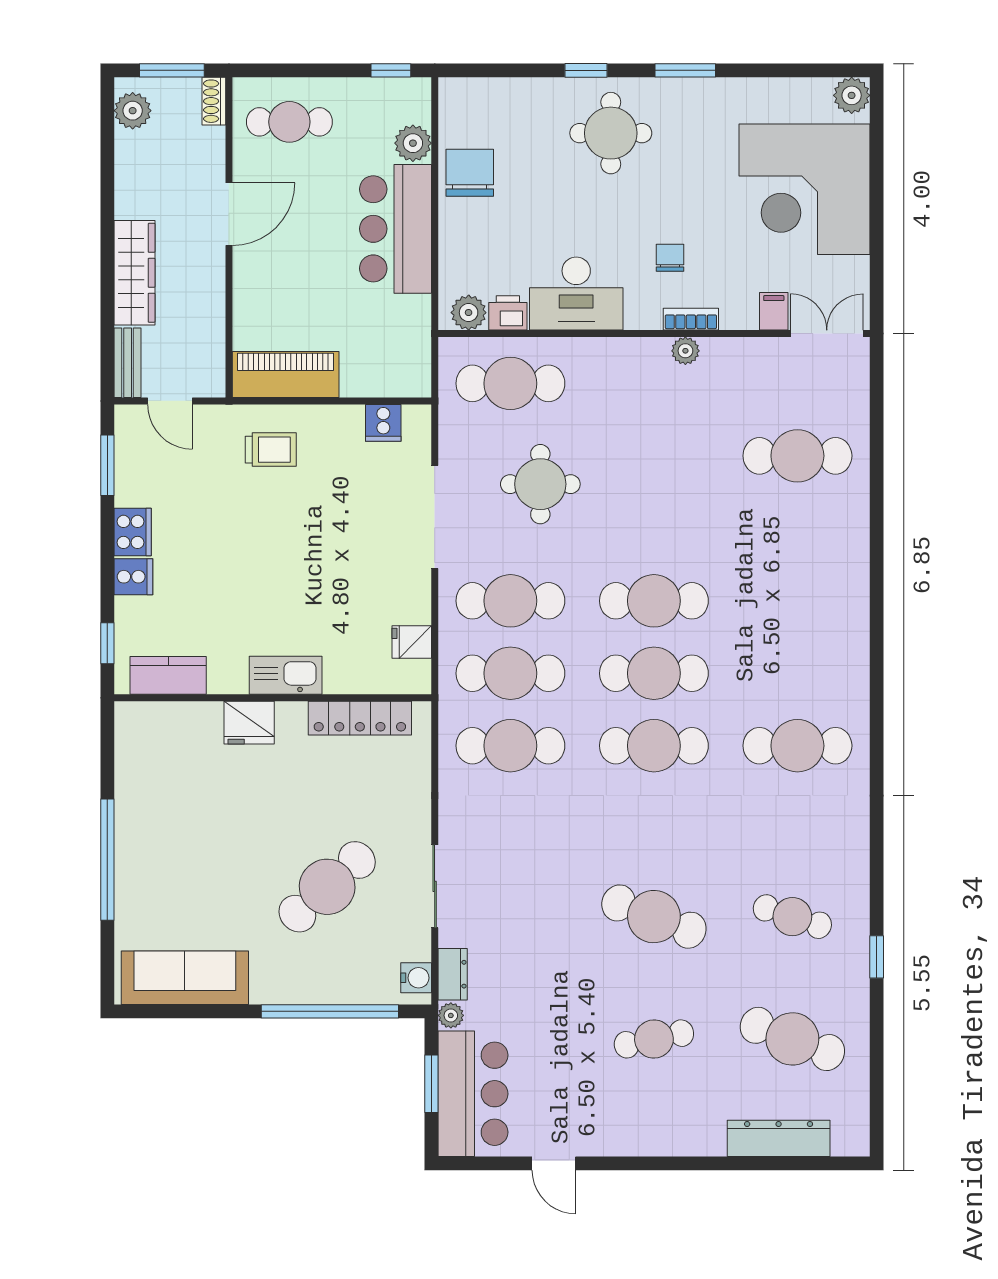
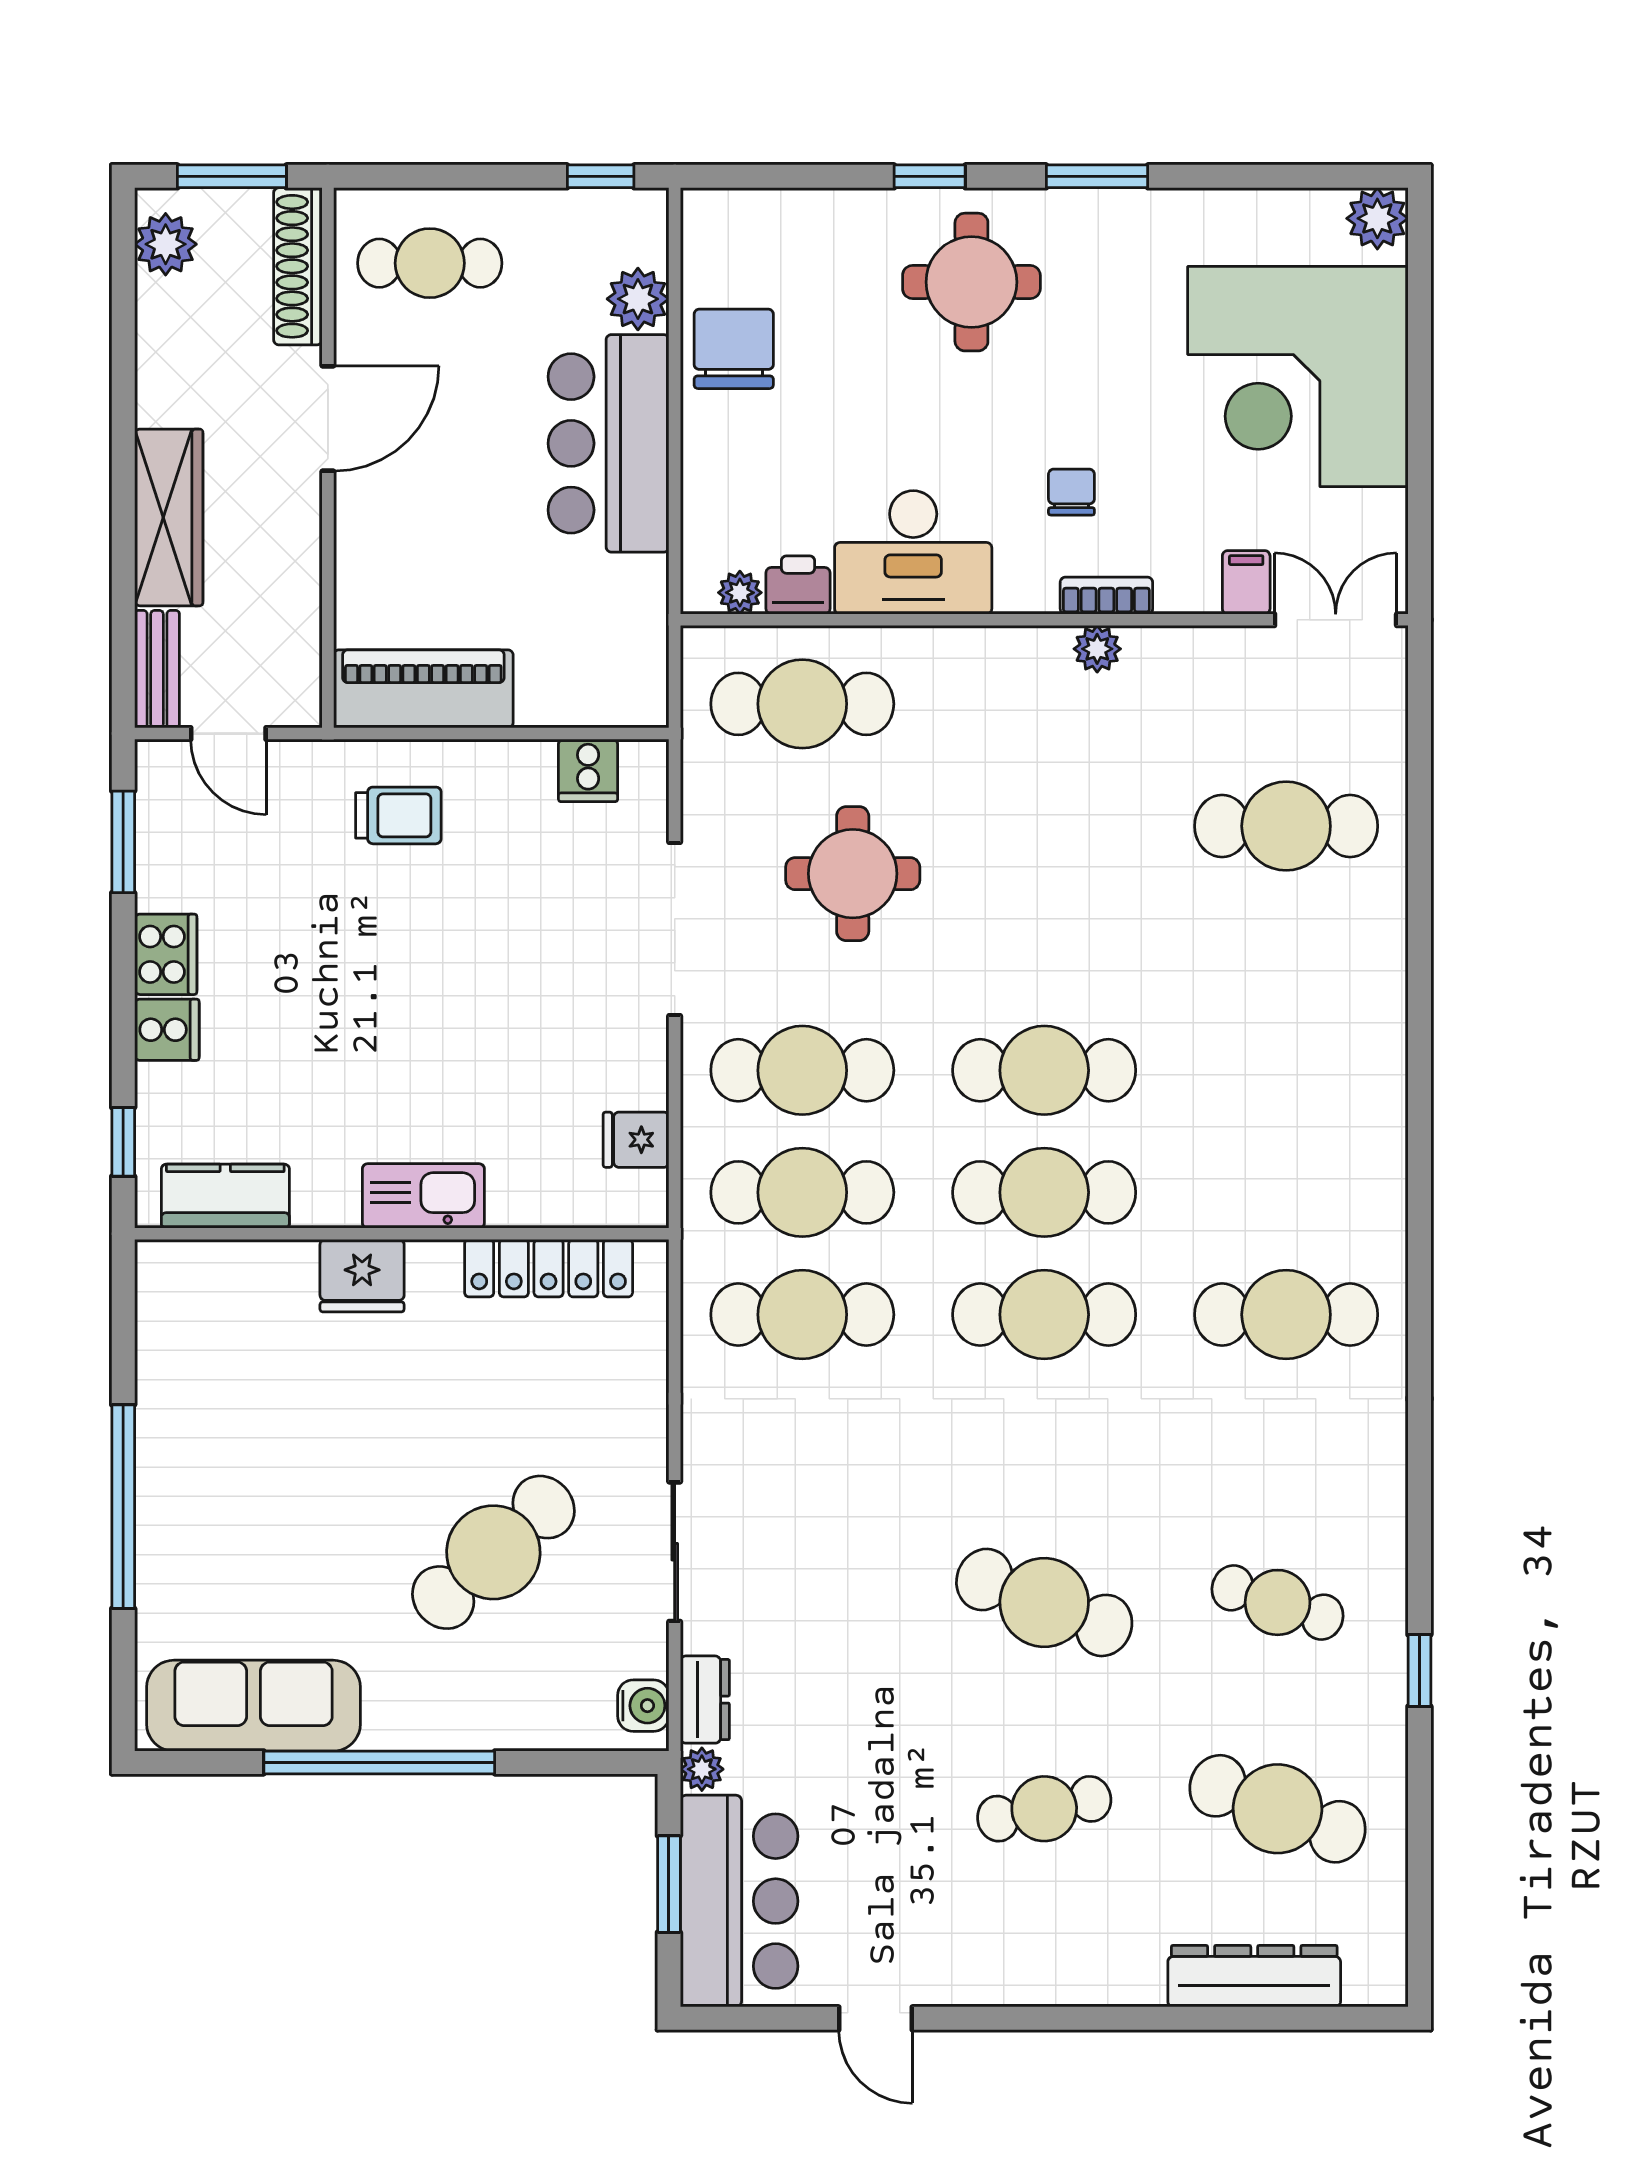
shoe rack: (214, 101) -> (298, 266), width x1.94, depth x1.24
plant: (469, 313) -> (740, 593), width x0.73, depth x0.73
window: (330, 1011) -> (379, 1762), moved

